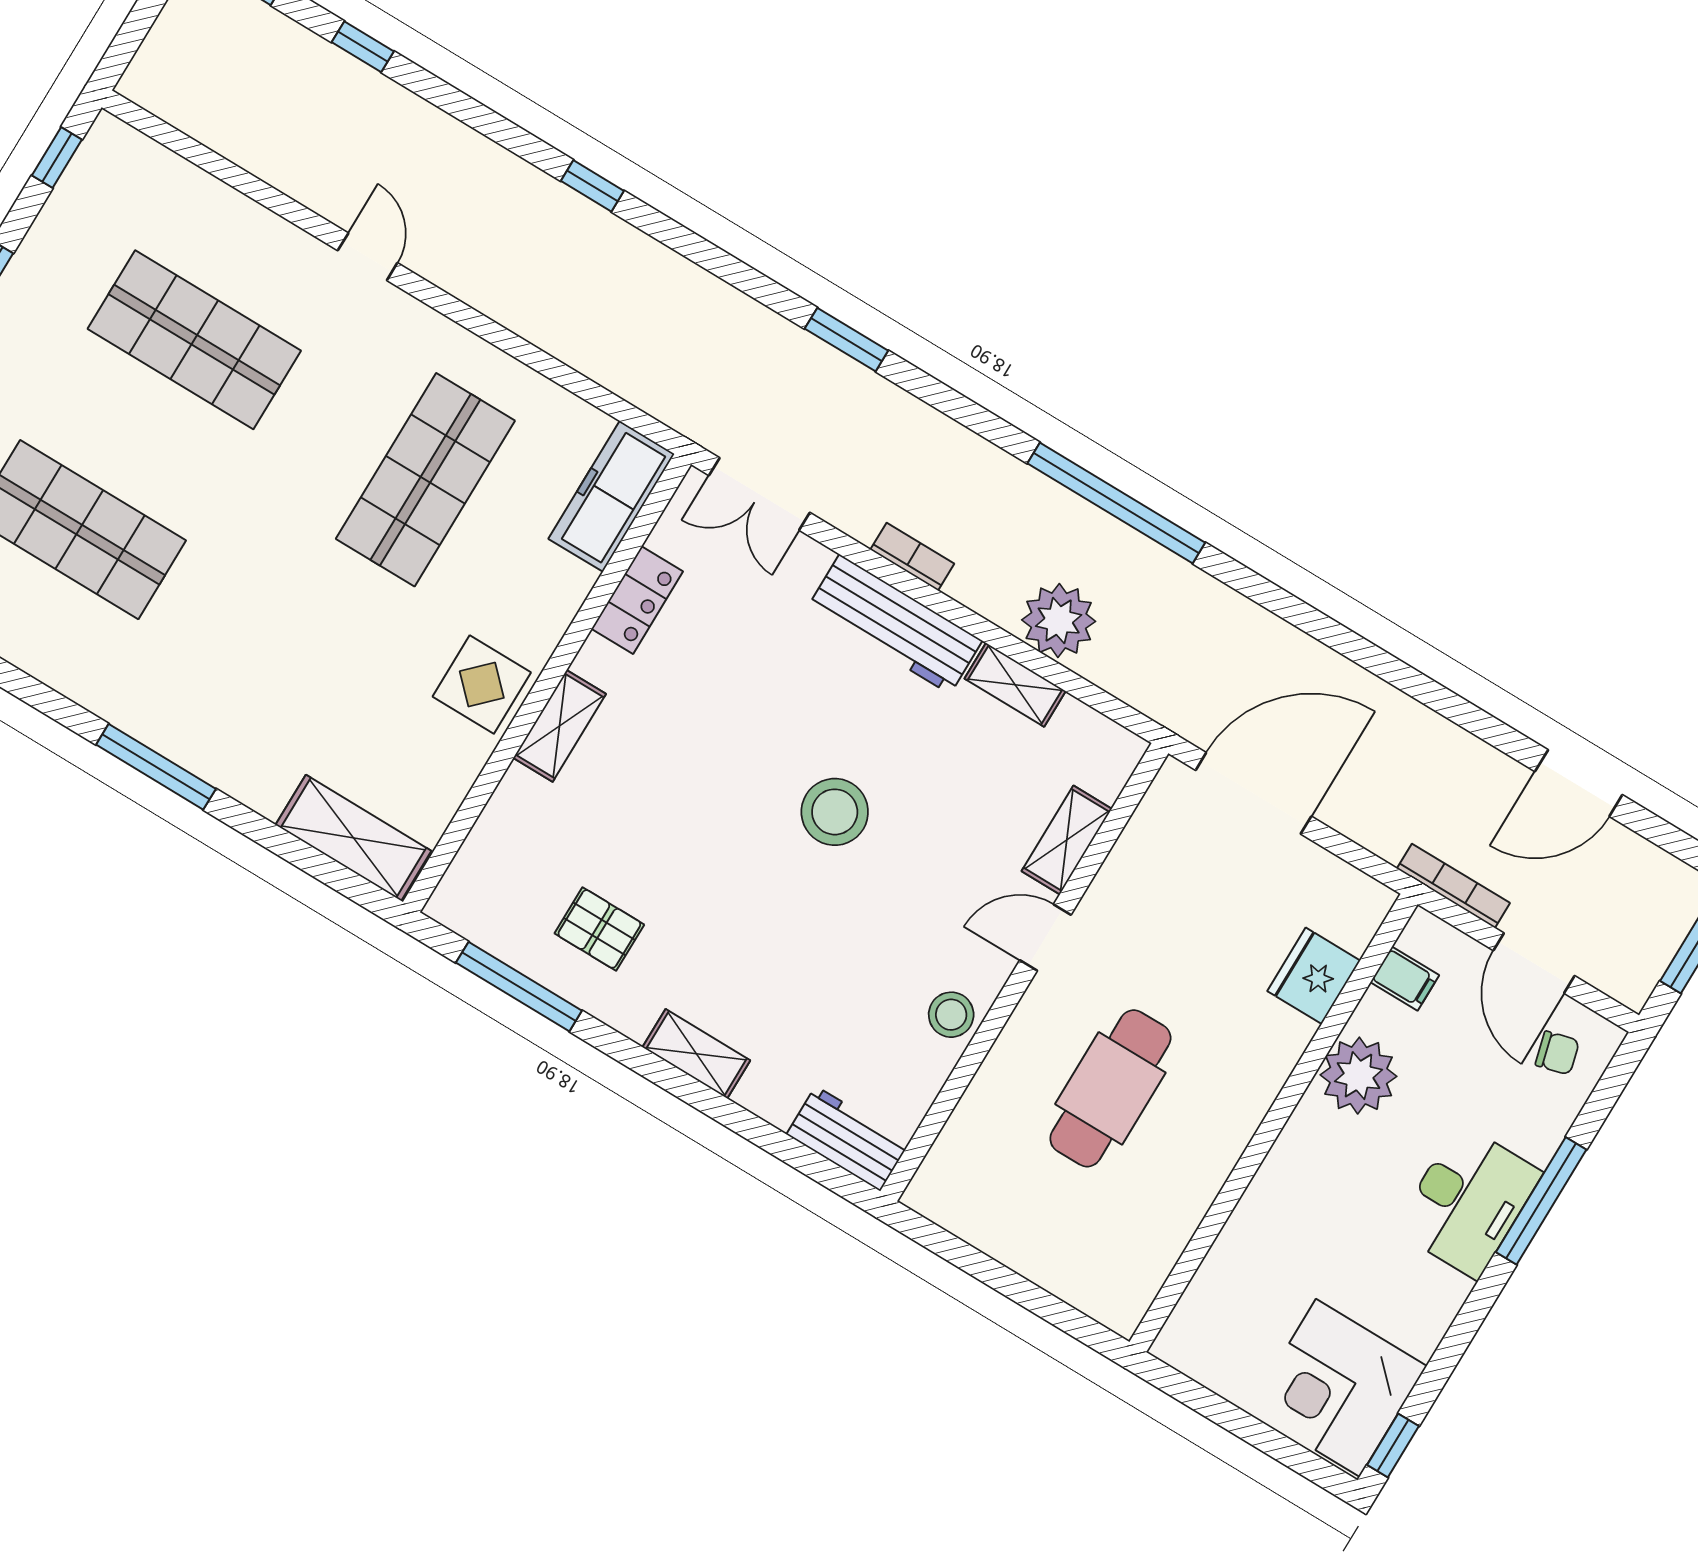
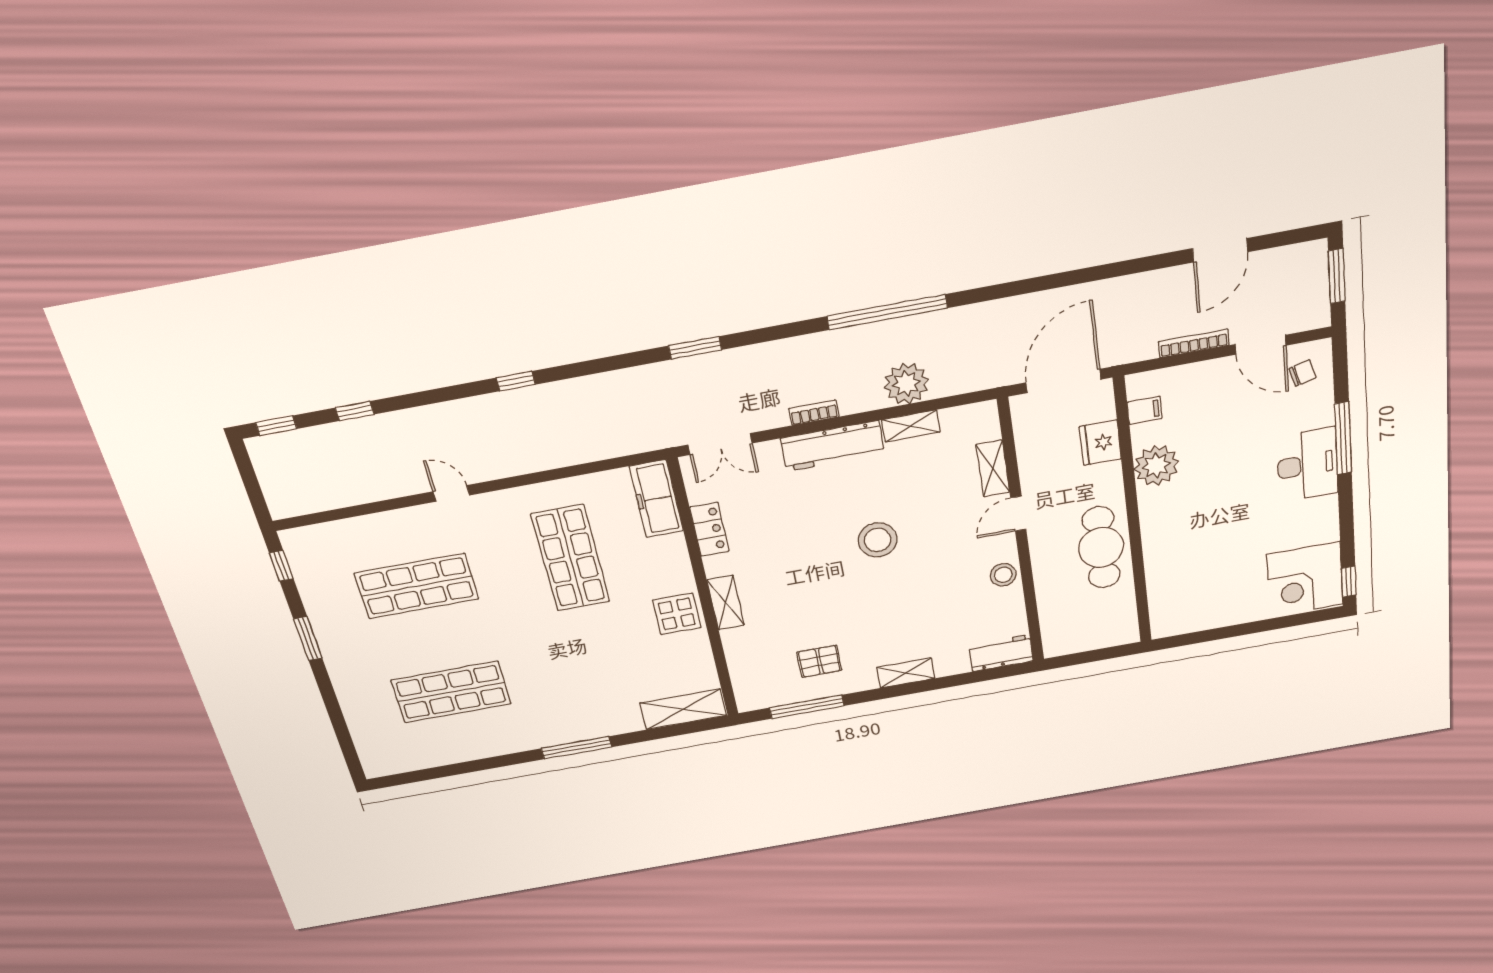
fridge: (1314, 976) -> (1100, 443), moved
filing cabinet: (1405, 979) -> (1145, 410), moved
plant: (1359, 1076) -> (1156, 465), moved
wall: (1273, 1123) -> (1133, 514), moved

